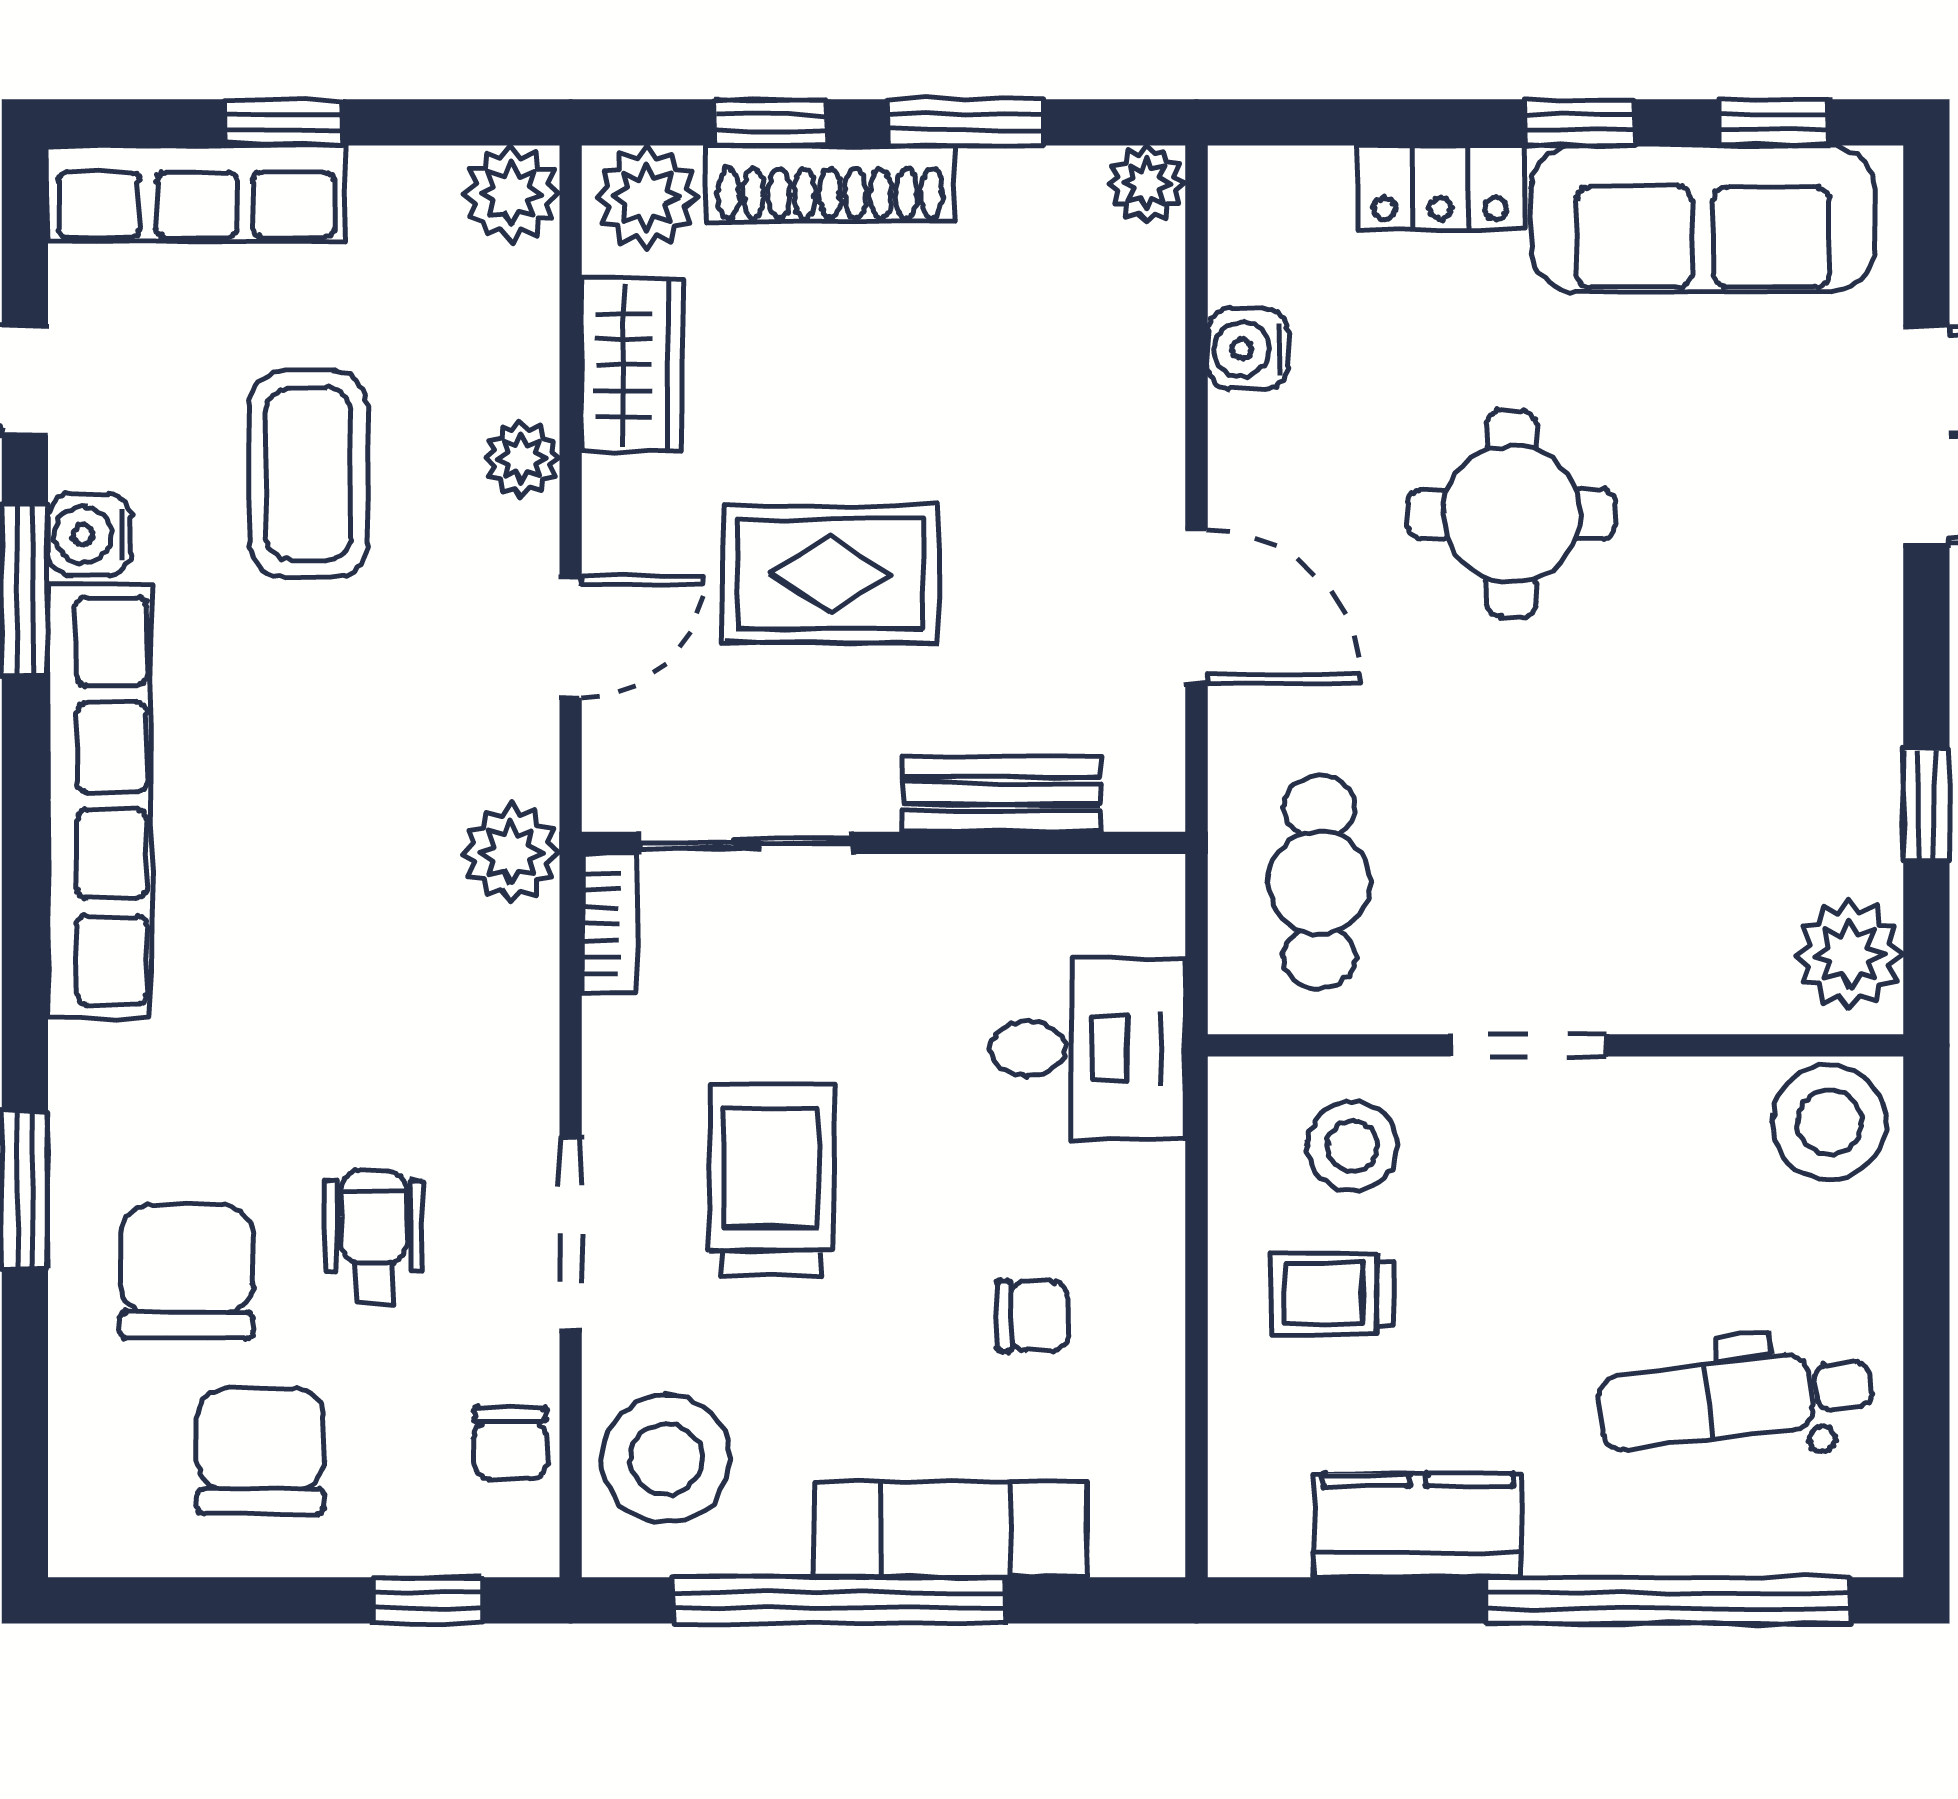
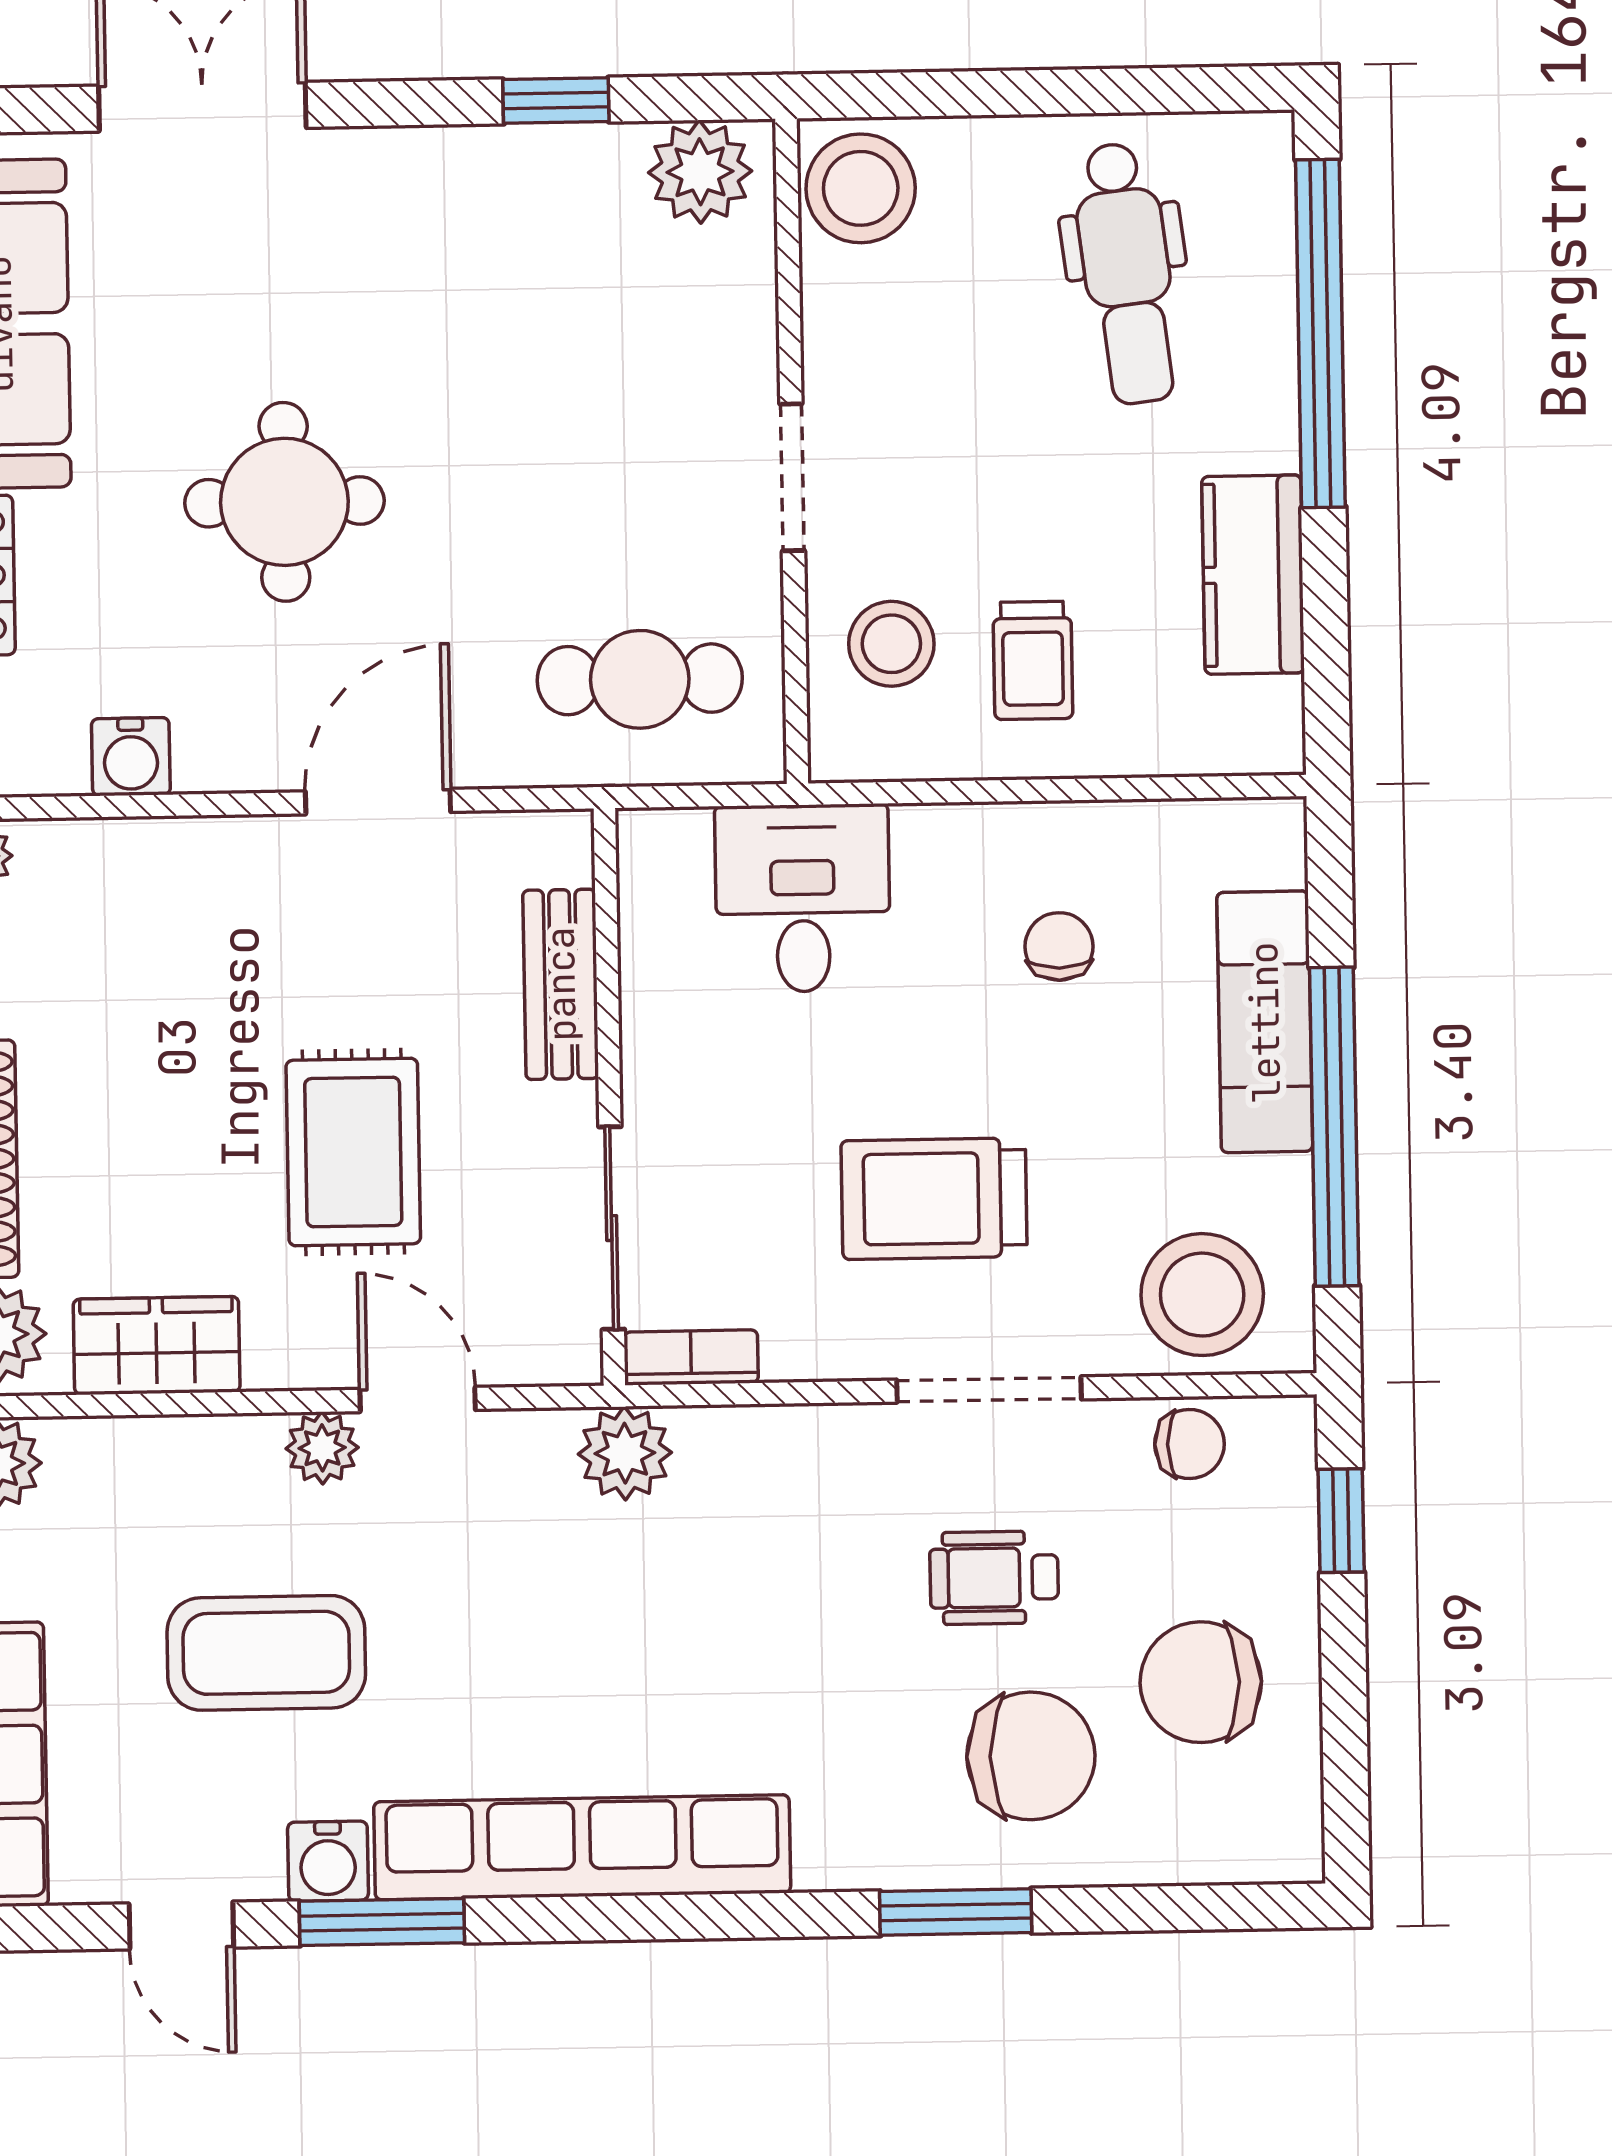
plant: (522, 459) -> (322, 1448), moved
chair: (187, 1272) -> (1031, 1756), turned 180

